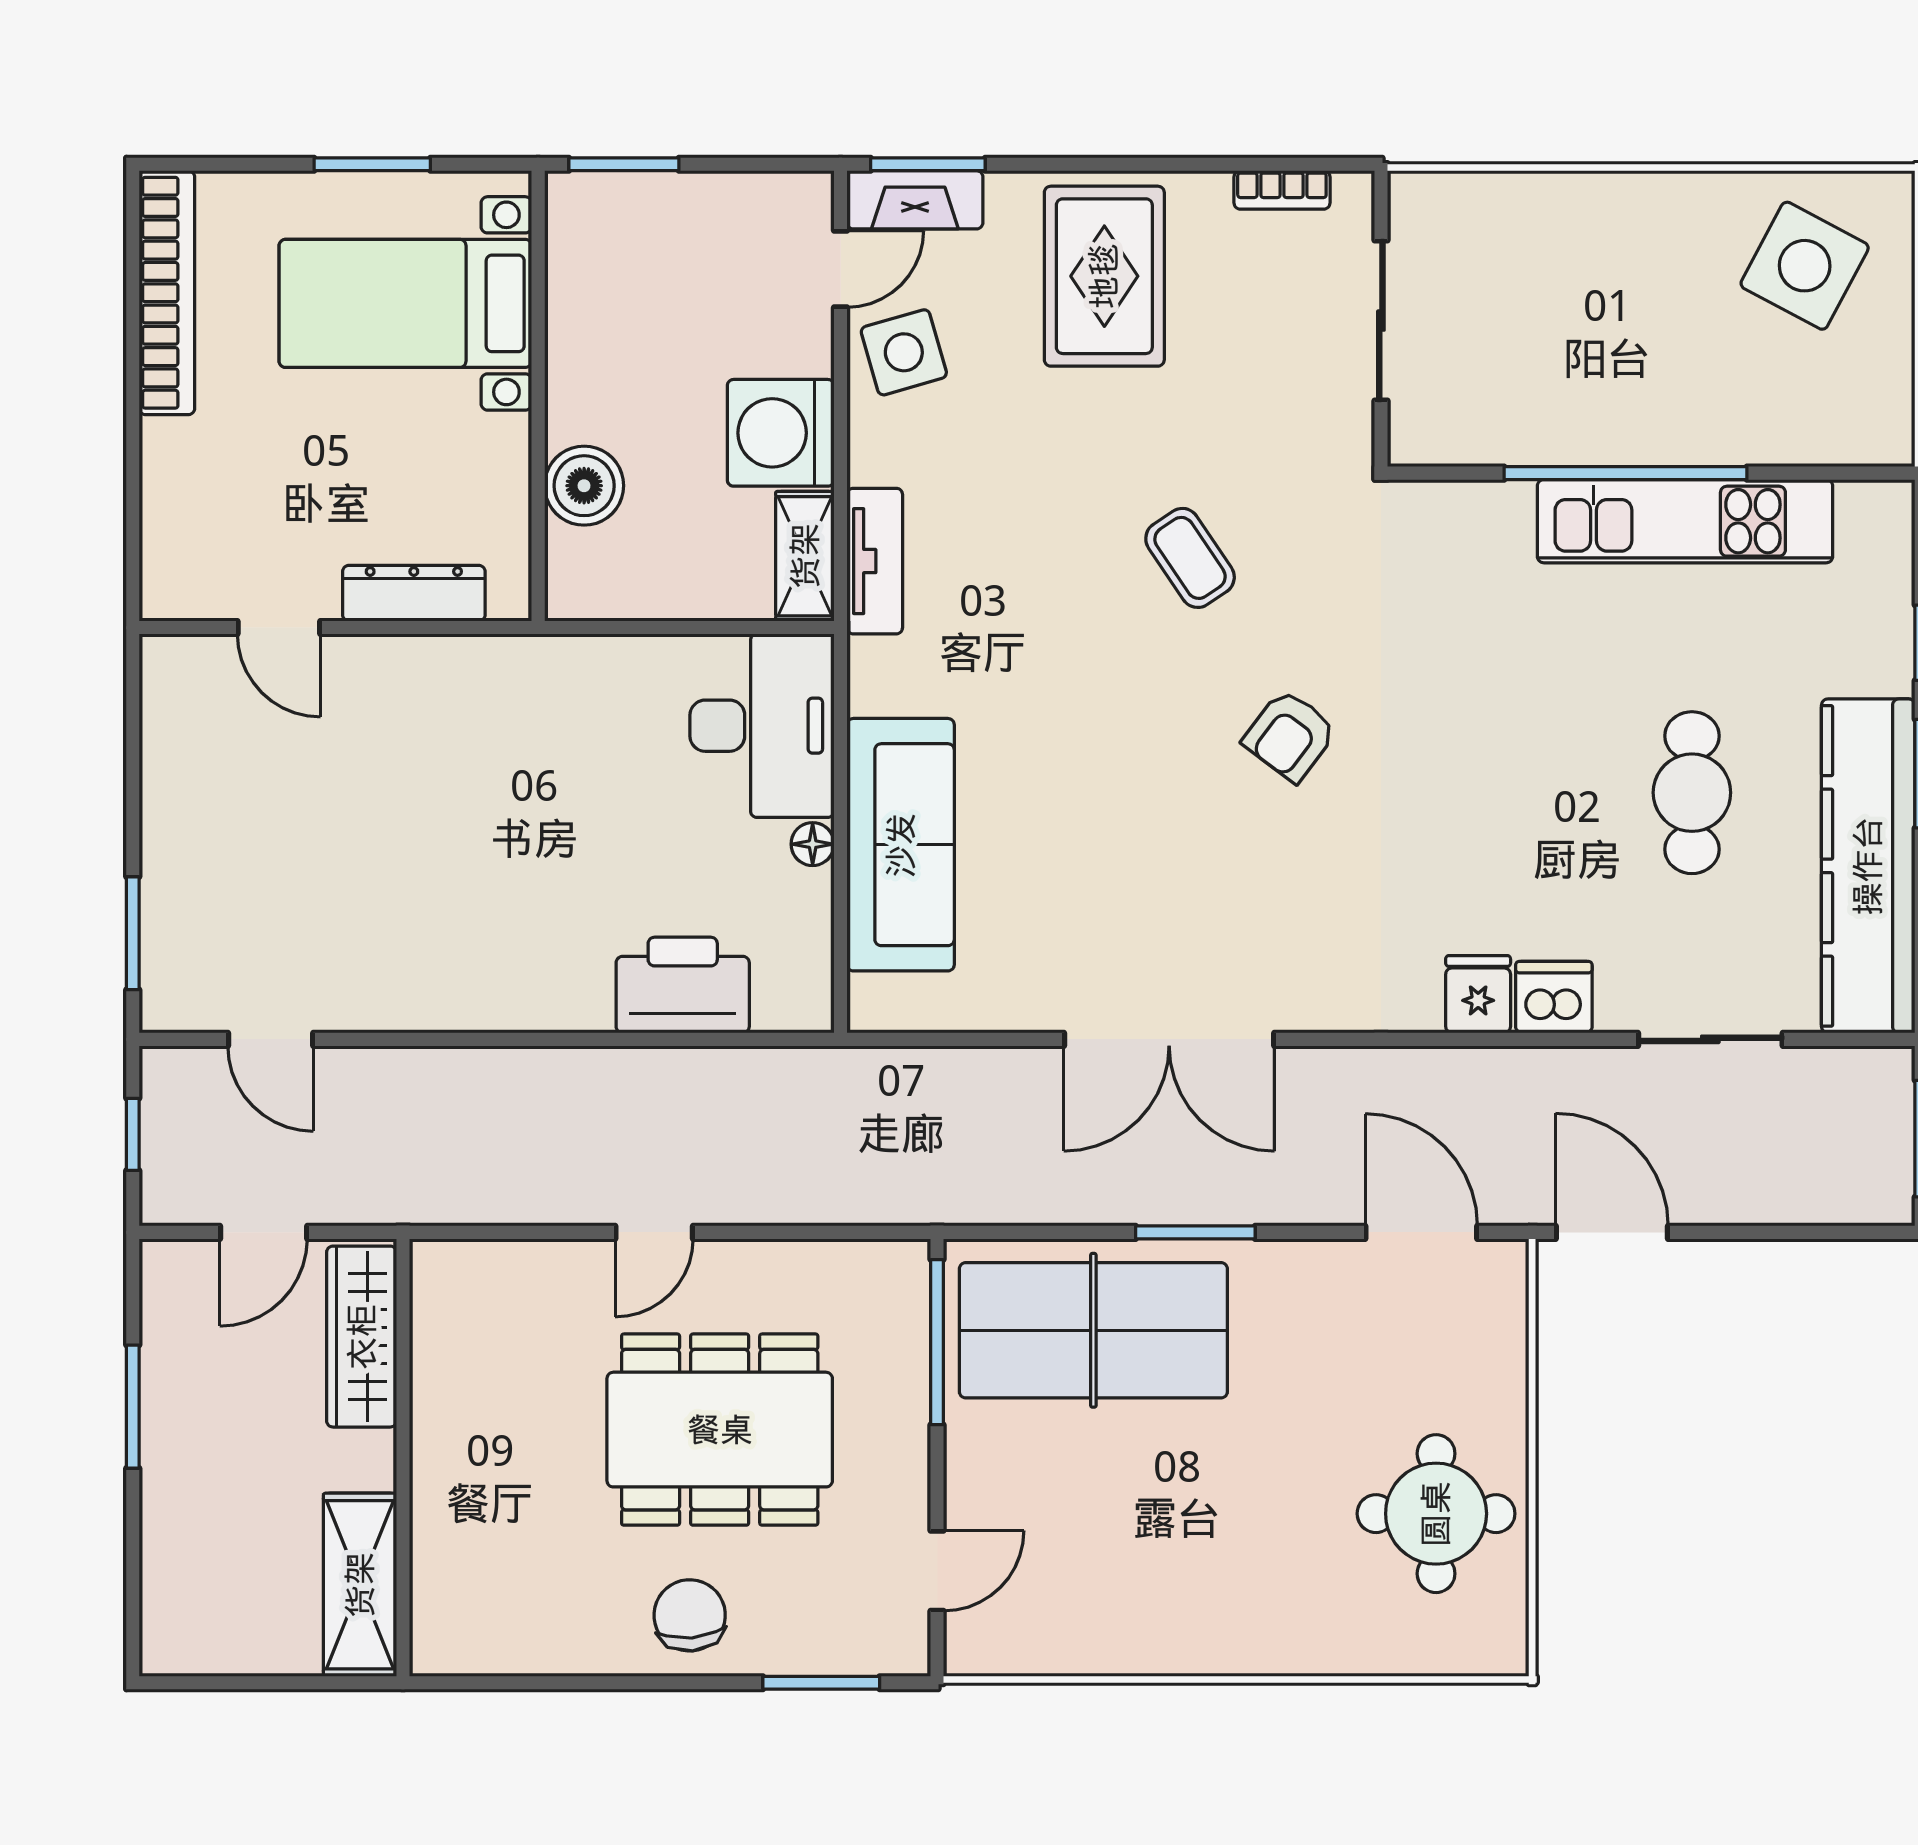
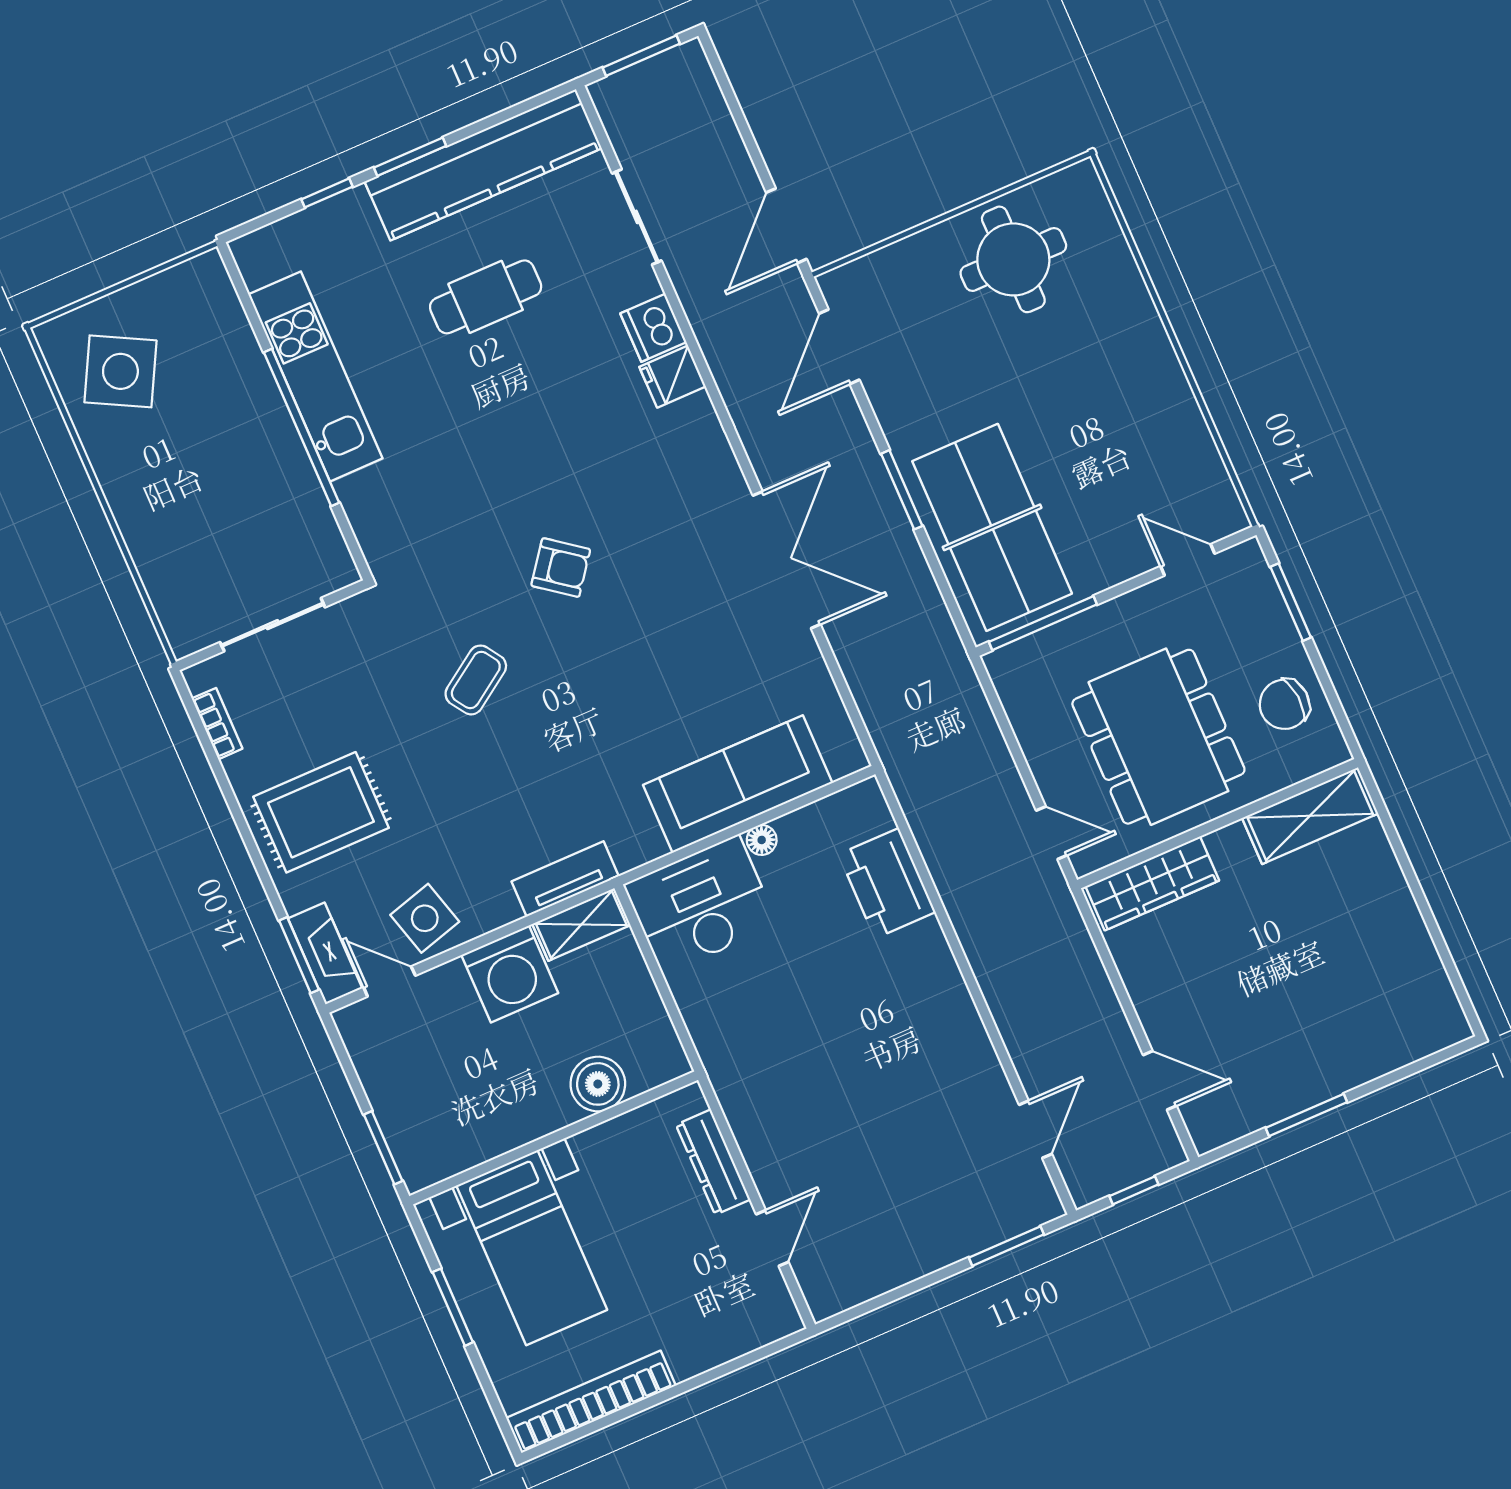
wardrobe: (362, 1337) -> (1152, 883), moved
wall: (403, 1458) -> (1218, 824), moved
shelving: (360, 1585) -> (1310, 816), moved

